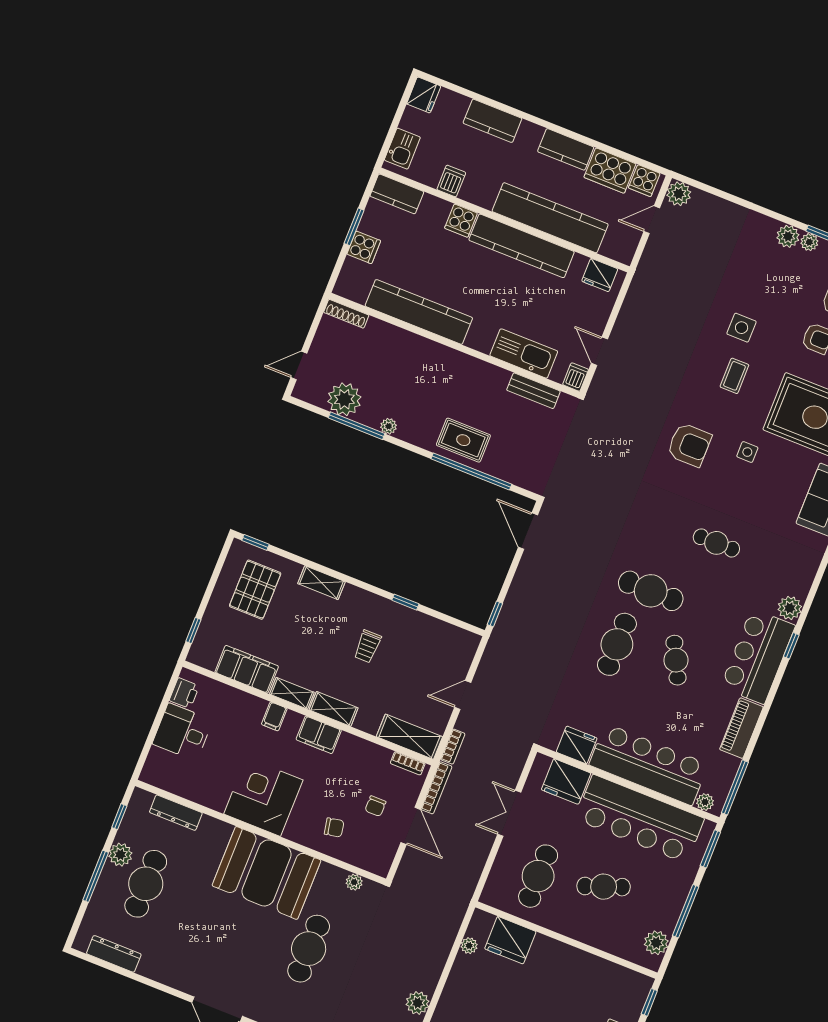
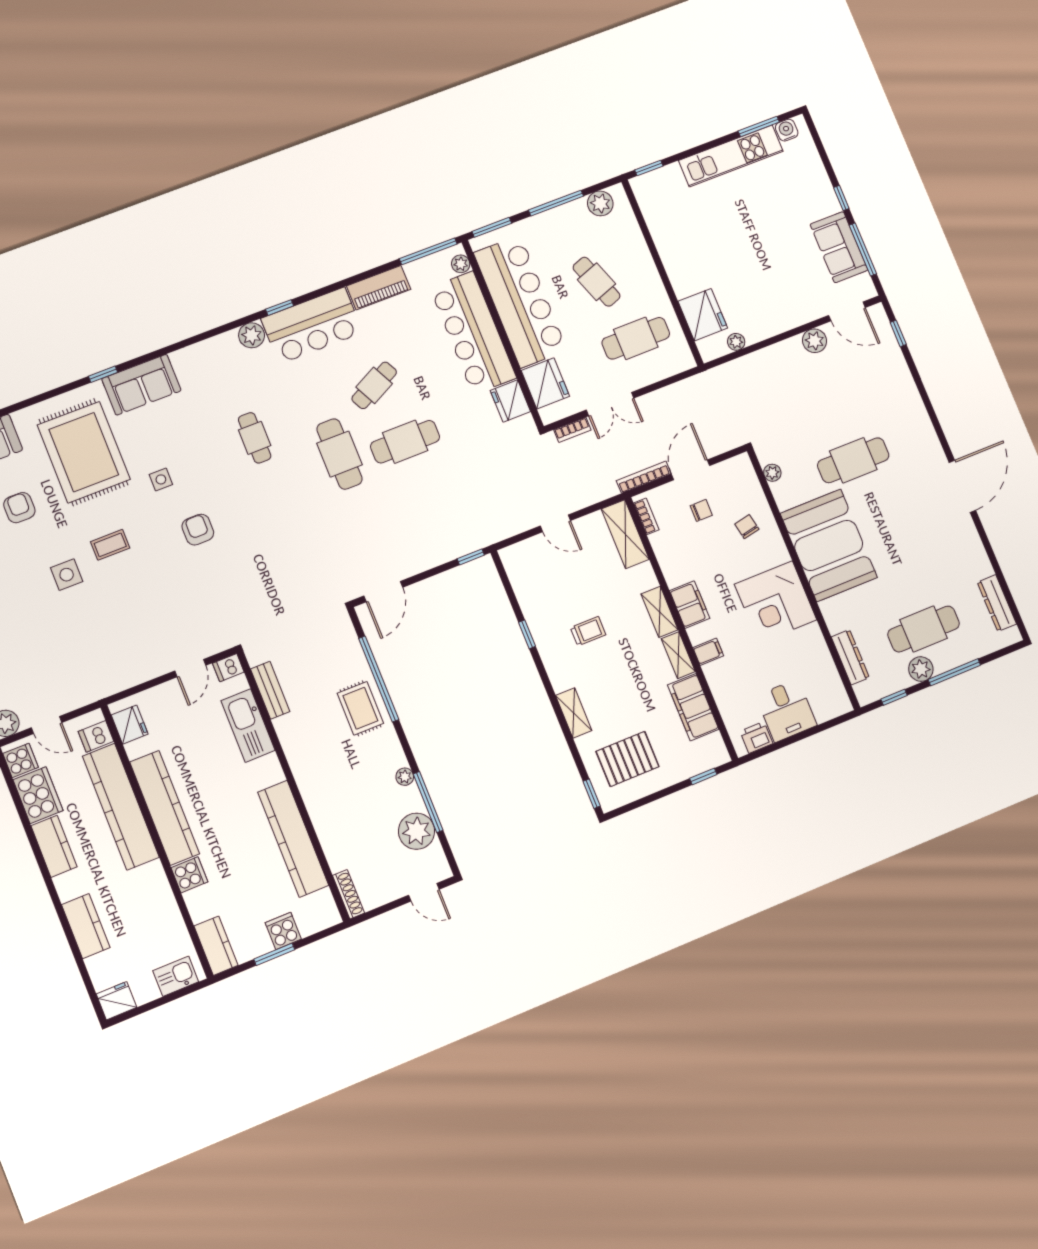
dishwasher: (451, 181) -> (96, 736), moved
armchair: (689, 445) -> (198, 530), width x0.72, depth x0.72
bookcase: (453, 747) -> (572, 430), moved, turned 180

